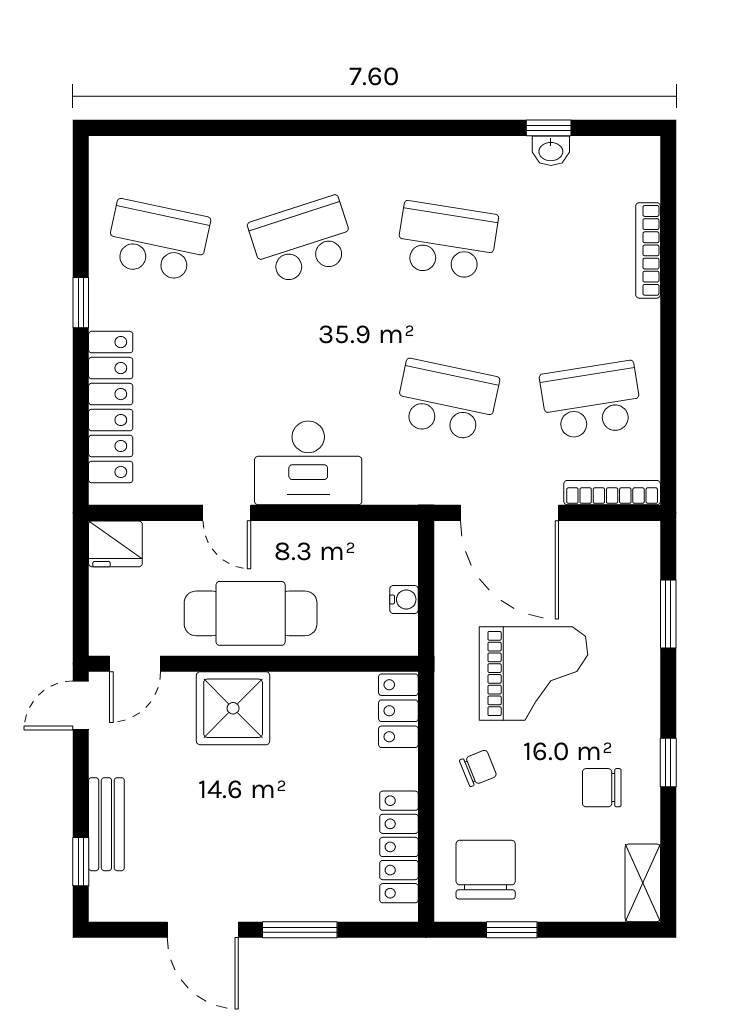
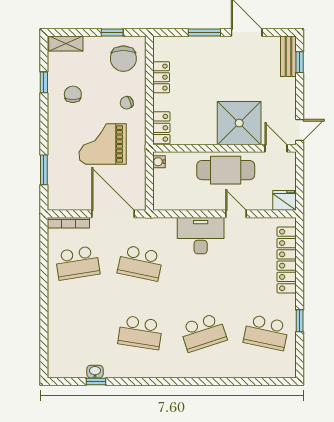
bookcase: (648, 250) -> (53, 328), removed
window: (81, 303) -> (300, 321), moved
water cooler: (404, 599) -> (159, 162), moved
door: (135, 664) -> (276, 148), hinge flipped
shower: (233, 708) -> (239, 123), width x1.37, depth x1.37
window: (668, 762) -> (44, 82), moved
chair: (602, 788) -> (73, 94), turned -90
bench: (106, 824) -> (288, 56), moved
locker: (399, 847) -> (161, 77), width x0.66
shelving: (643, 883) -> (66, 44), moved, turned 90

